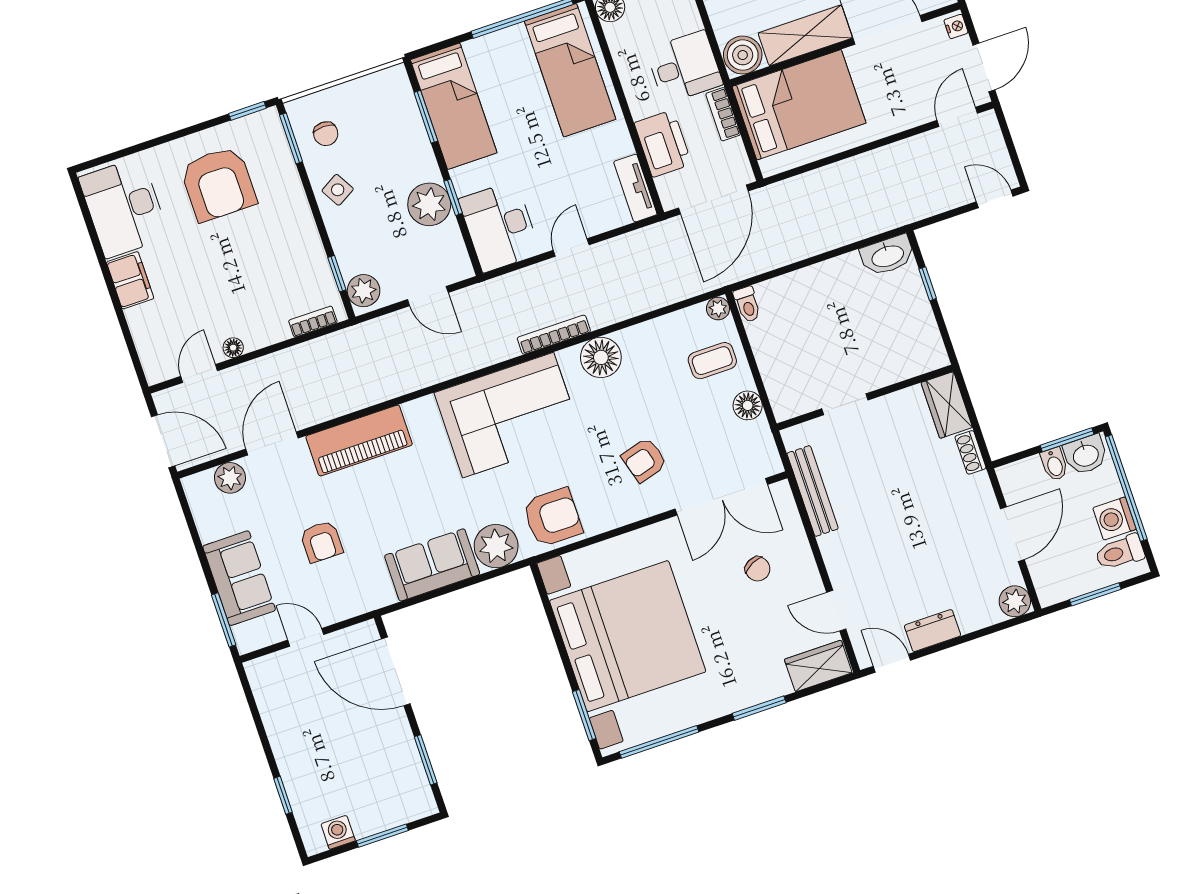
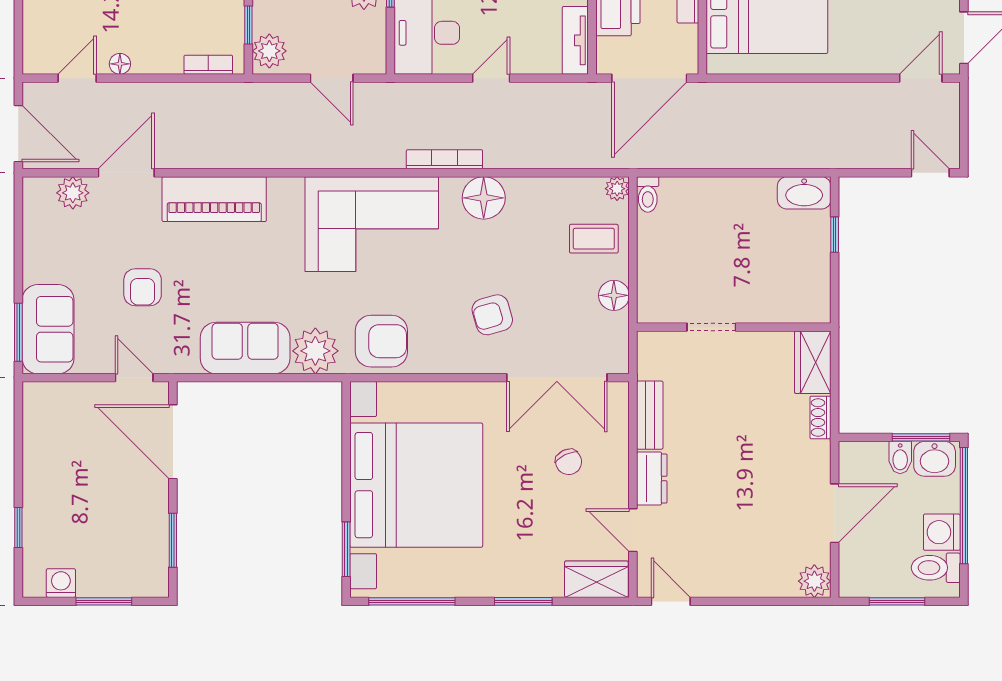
bench: (813, 491) -> (650, 415), width x0.73
sofa: (239, 578) -> (48, 329), moved
dresser: (933, 631) -> (652, 479), moved, turned 90
door: (306, 637) -> (134, 378), moved

